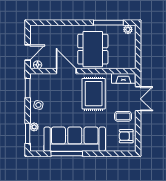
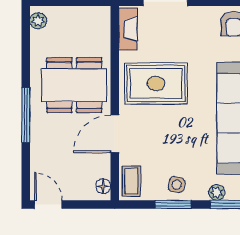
window: (108, 23) -> (26, 115), moved
door: (28, 53) -> (48, 204), moved
window: (28, 88) -> (173, 204), moved
coffee table: (123, 116) -> (131, 181), moved

